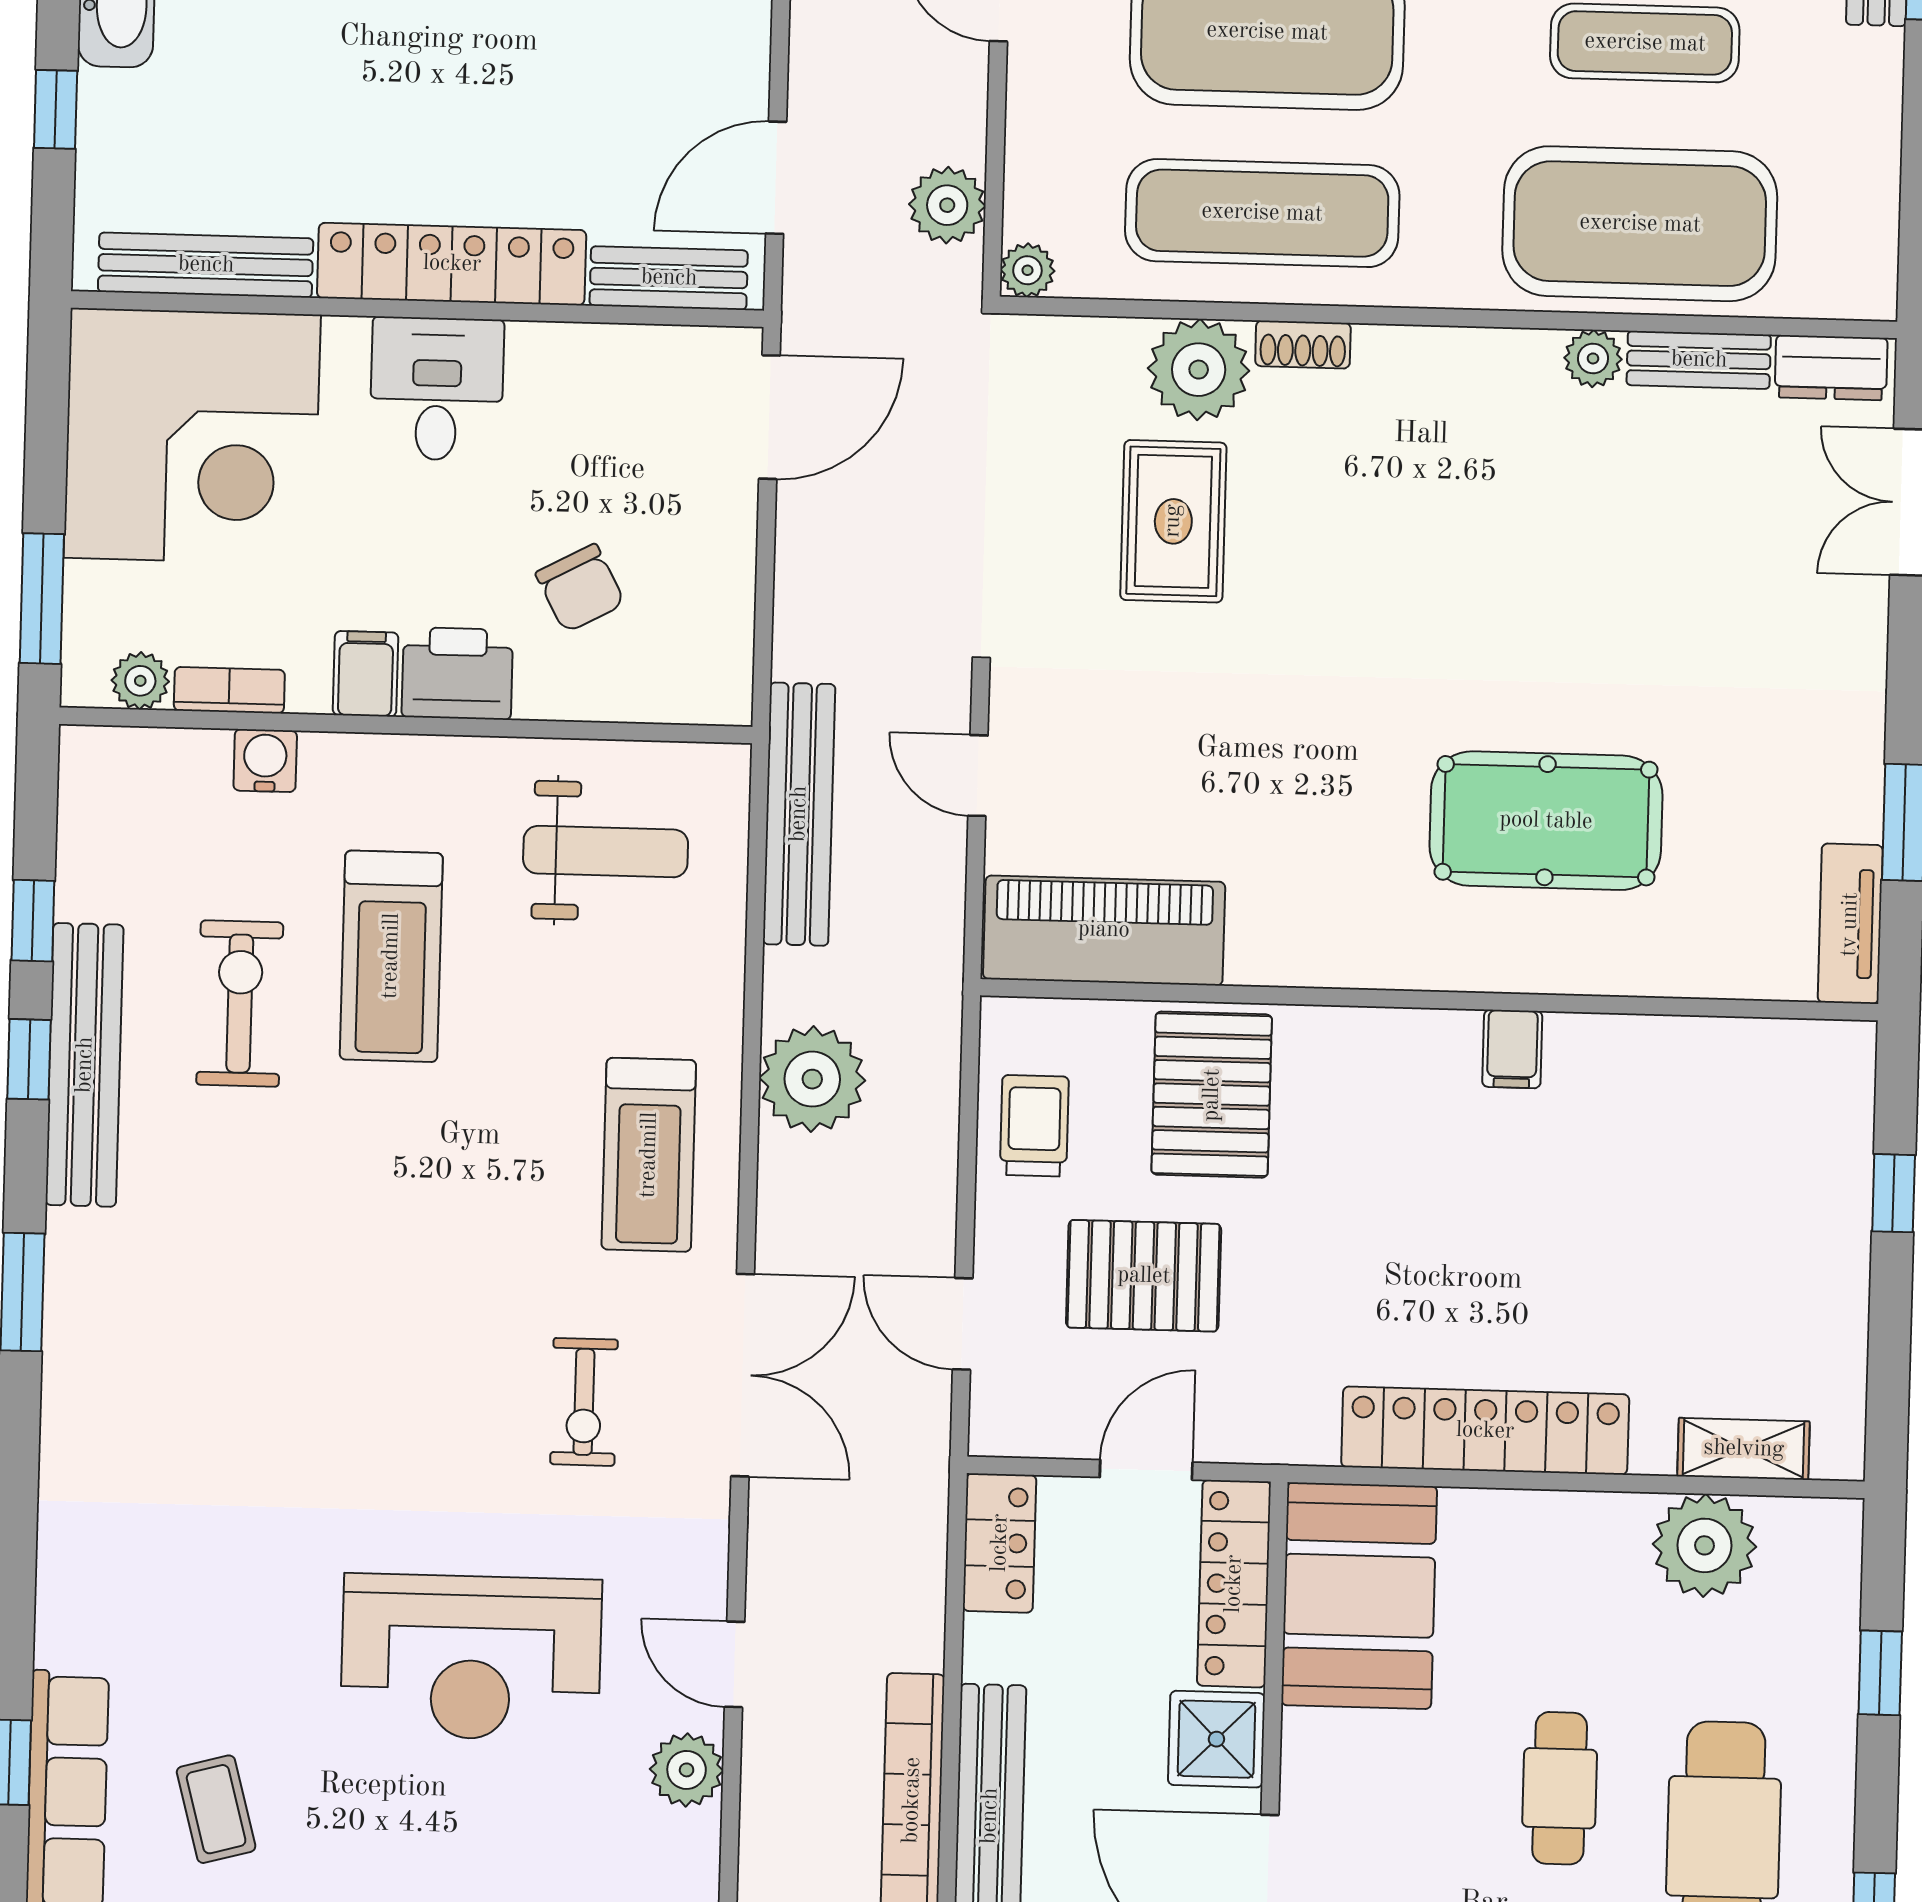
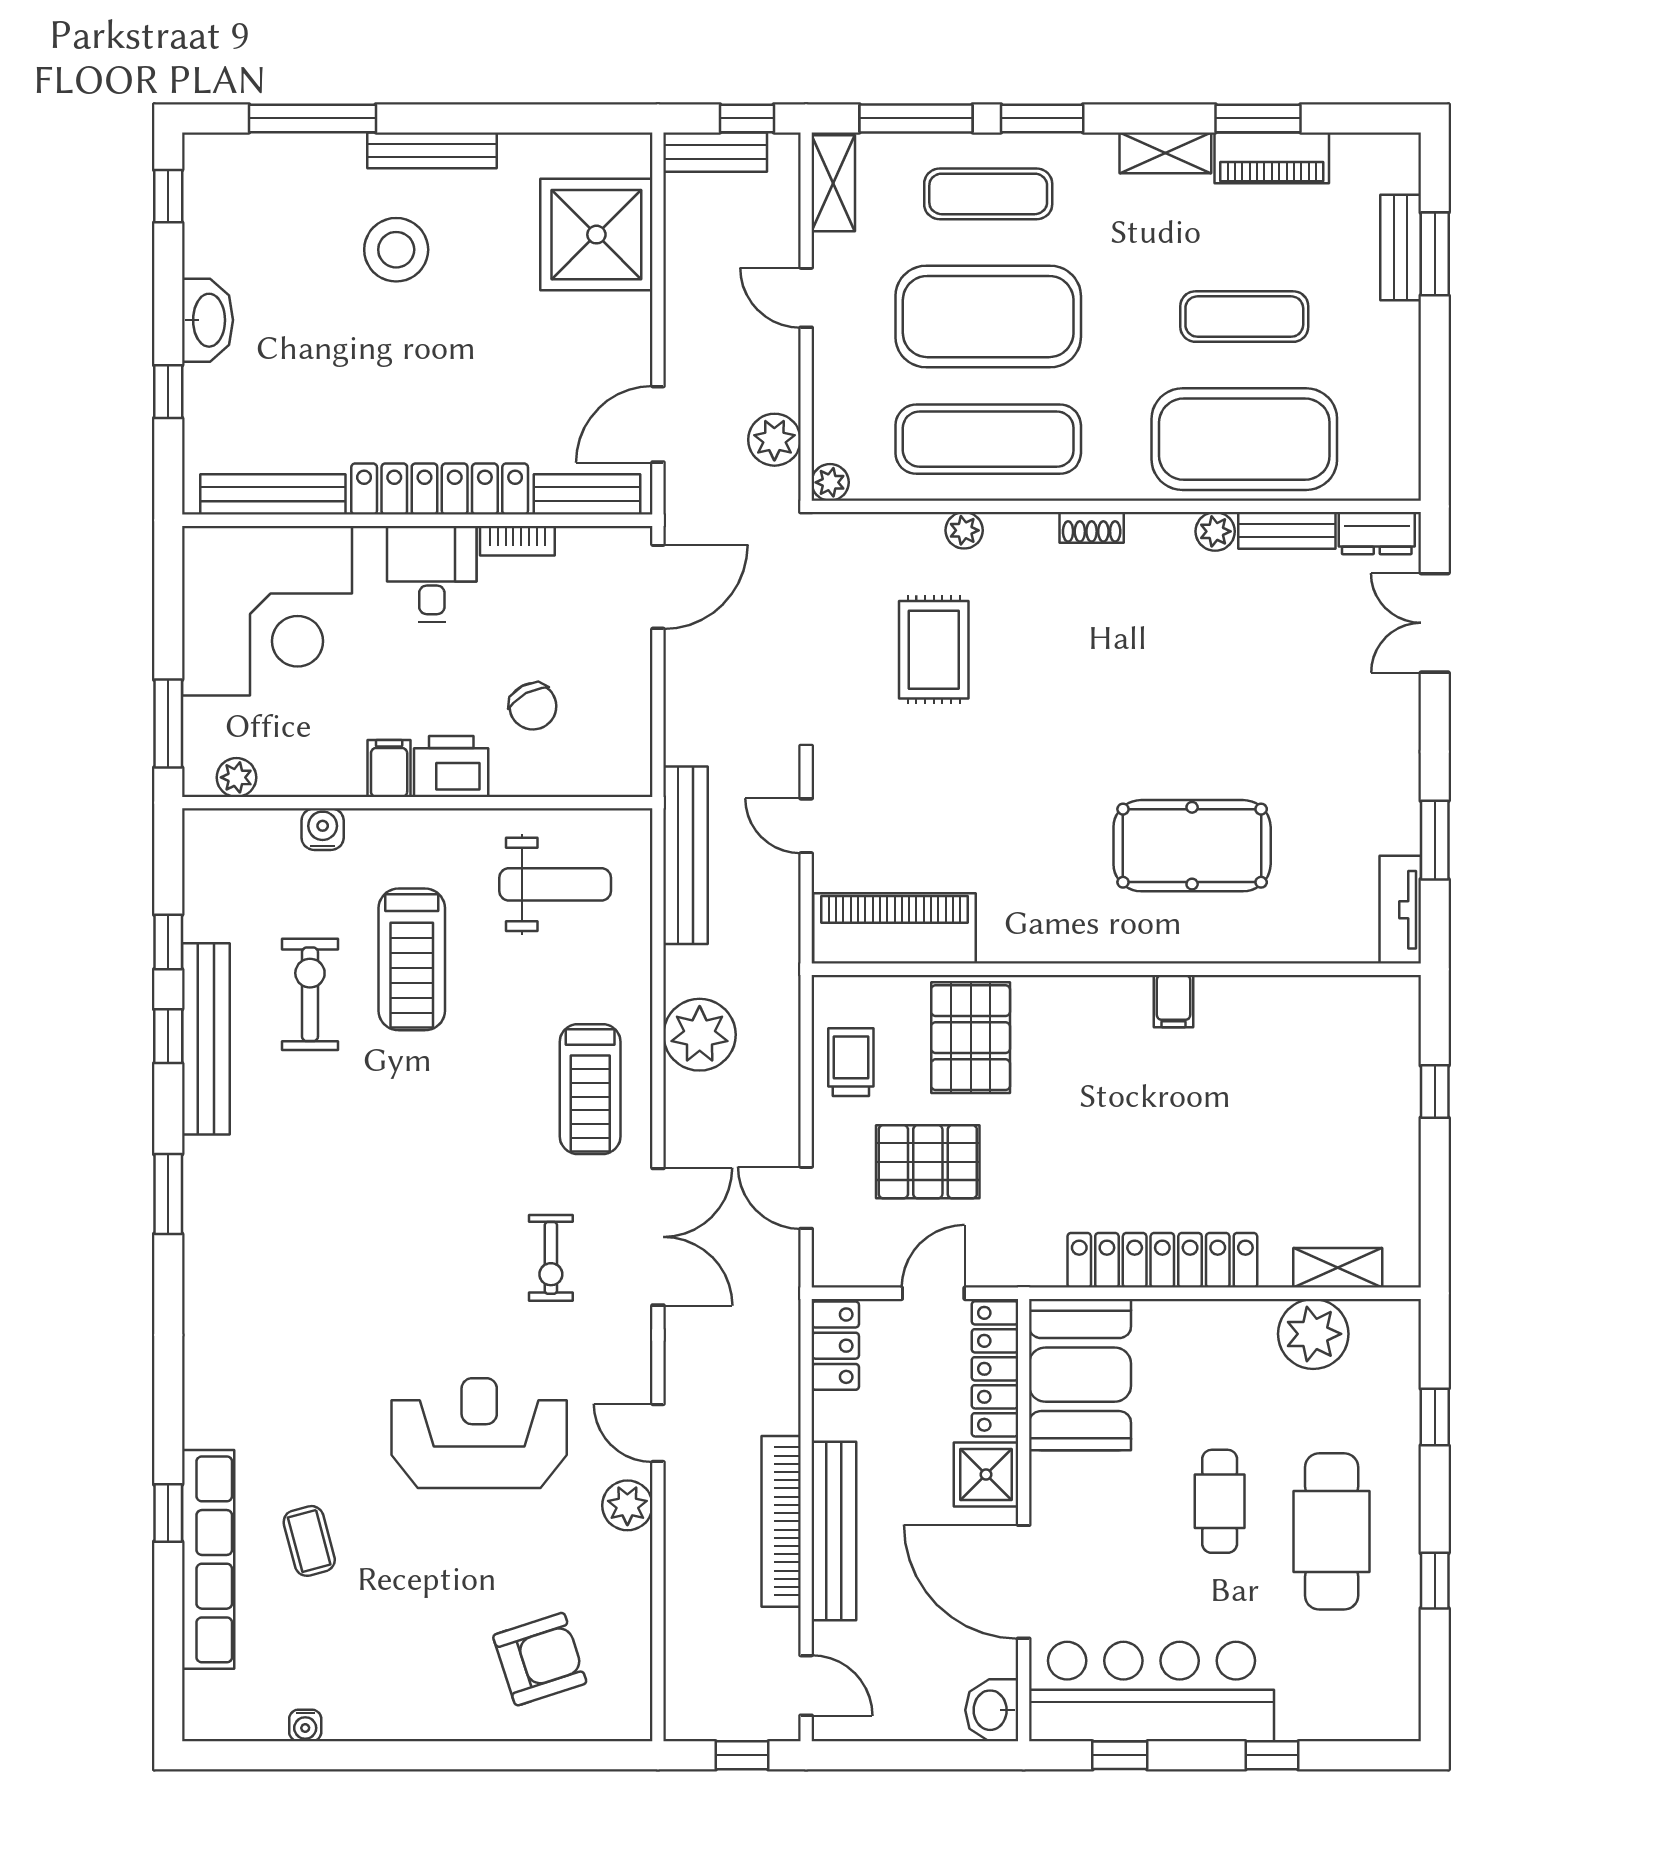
shoe rack: (1303, 344) -> (1092, 527), moved
plant: (1199, 370) -> (964, 530), width x0.53, depth x0.53
bookcase: (229, 690) -> (517, 541), moved, turned 180
reception desk: (471, 1657) -> (479, 1433), turned 180

